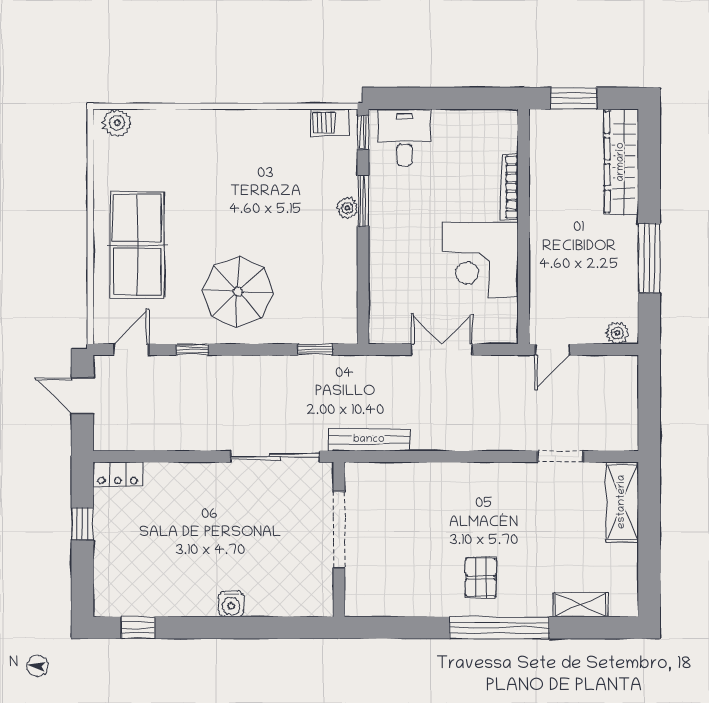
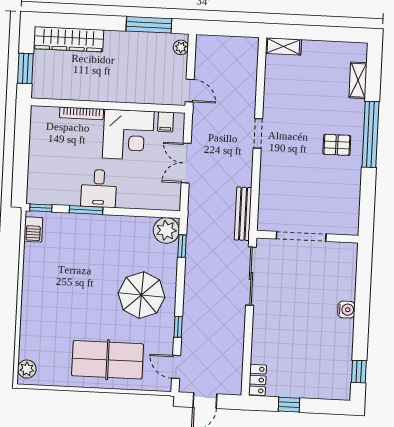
desk: (404, 137) -> (99, 188), moved, turned -90
plant: (347, 208) -> (166, 230), moved, width x1.88, depth x1.88
window: (649, 258) -> (149, 25), moved
filing cabinet: (503, 315) -> (166, 122), added
doorway: (560, 457) -> (258, 133), moved
shelving: (622, 502) -> (283, 46), width x0.67, depth x0.75

